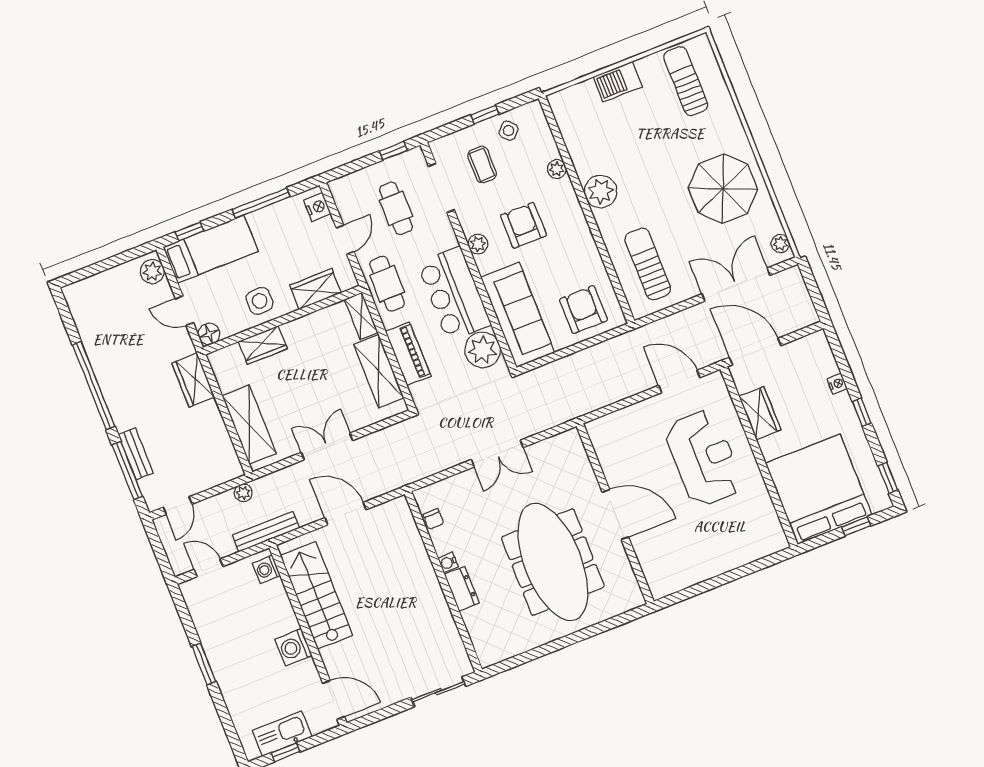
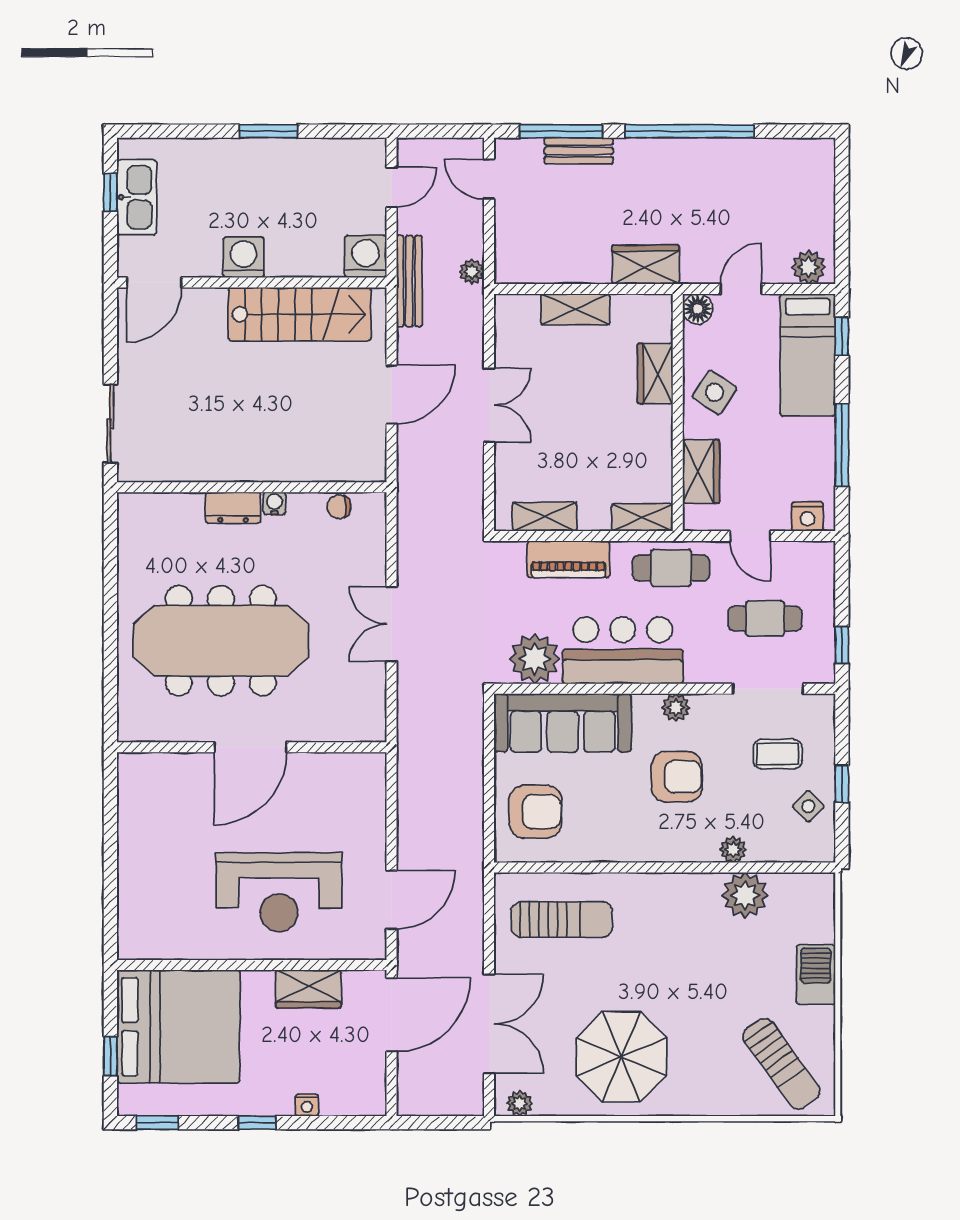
sun lounger: (686, 81) -> (781, 1064), turned 54
plant: (601, 192) -> (745, 895), moved
side table: (260, 301) -> (714, 392), turned 34
shelving: (379, 371) -> (545, 517), width x0.67, depth x0.75
shelving: (249, 425) -> (575, 309), width x0.67, depth x0.75
washing machine: (266, 569) -> (366, 256), width x1.38, depth x1.38

